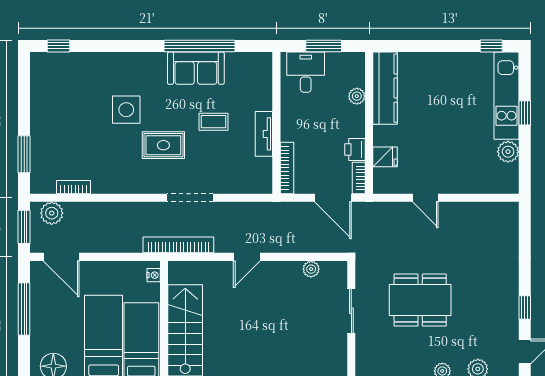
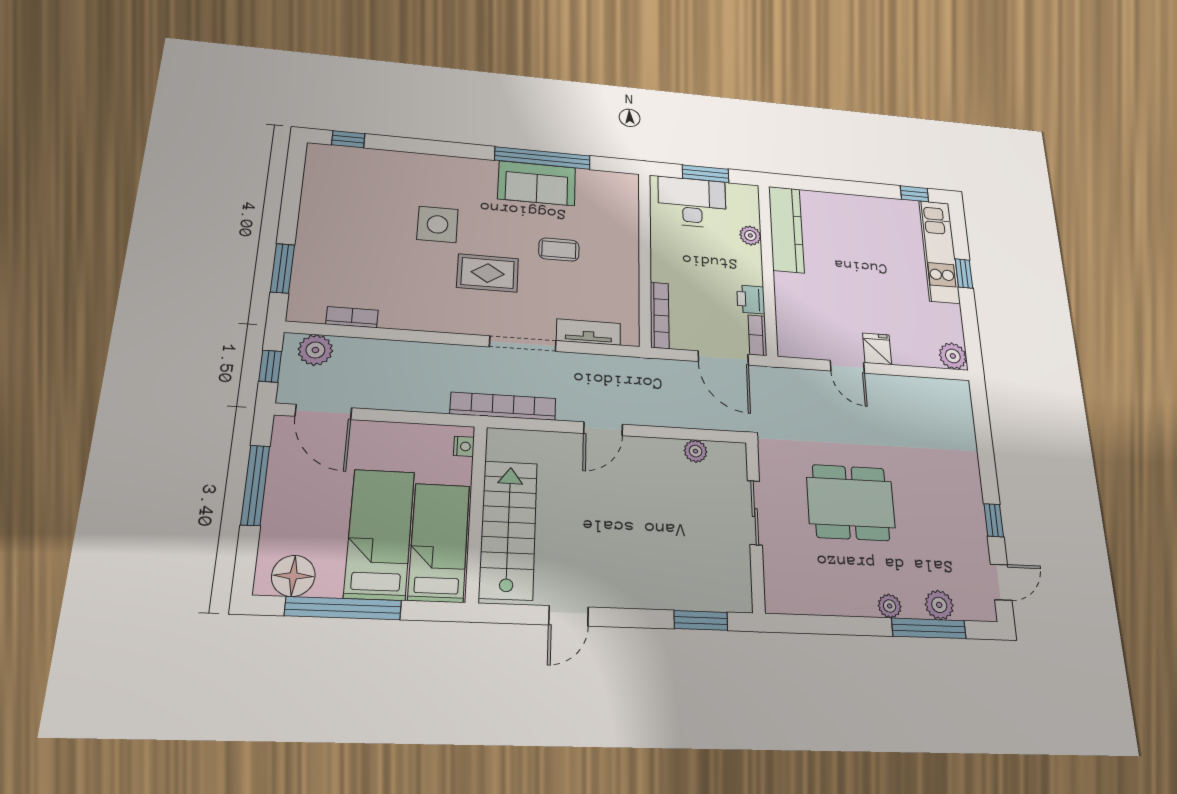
desk: (306, 72) -> (692, 202), width x1.37
tv unit: (264, 134) -> (589, 332), moved, turned 90
plant: (508, 152) -> (953, 356), moved
fridge: (385, 157) -> (877, 349), moved, turned -90
window: (24, 227) -> (270, 366), width x0.67

